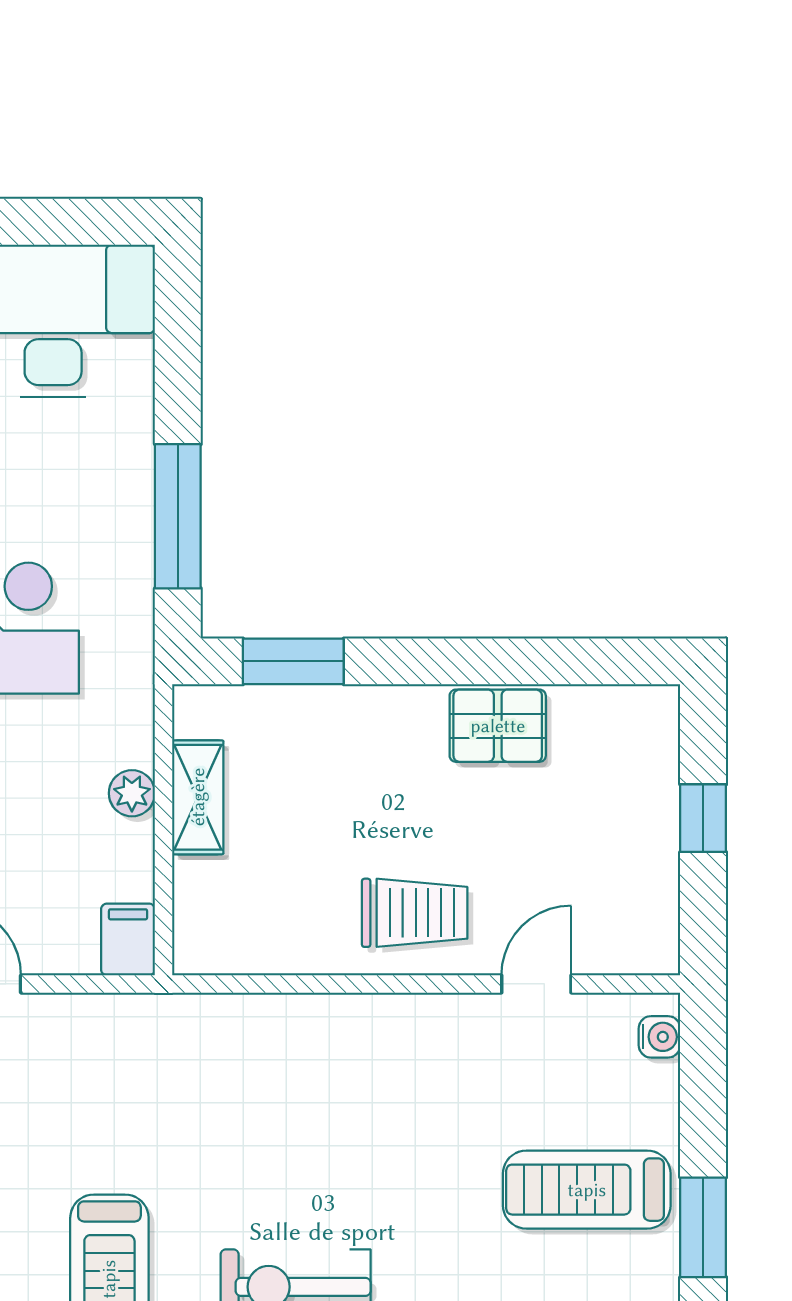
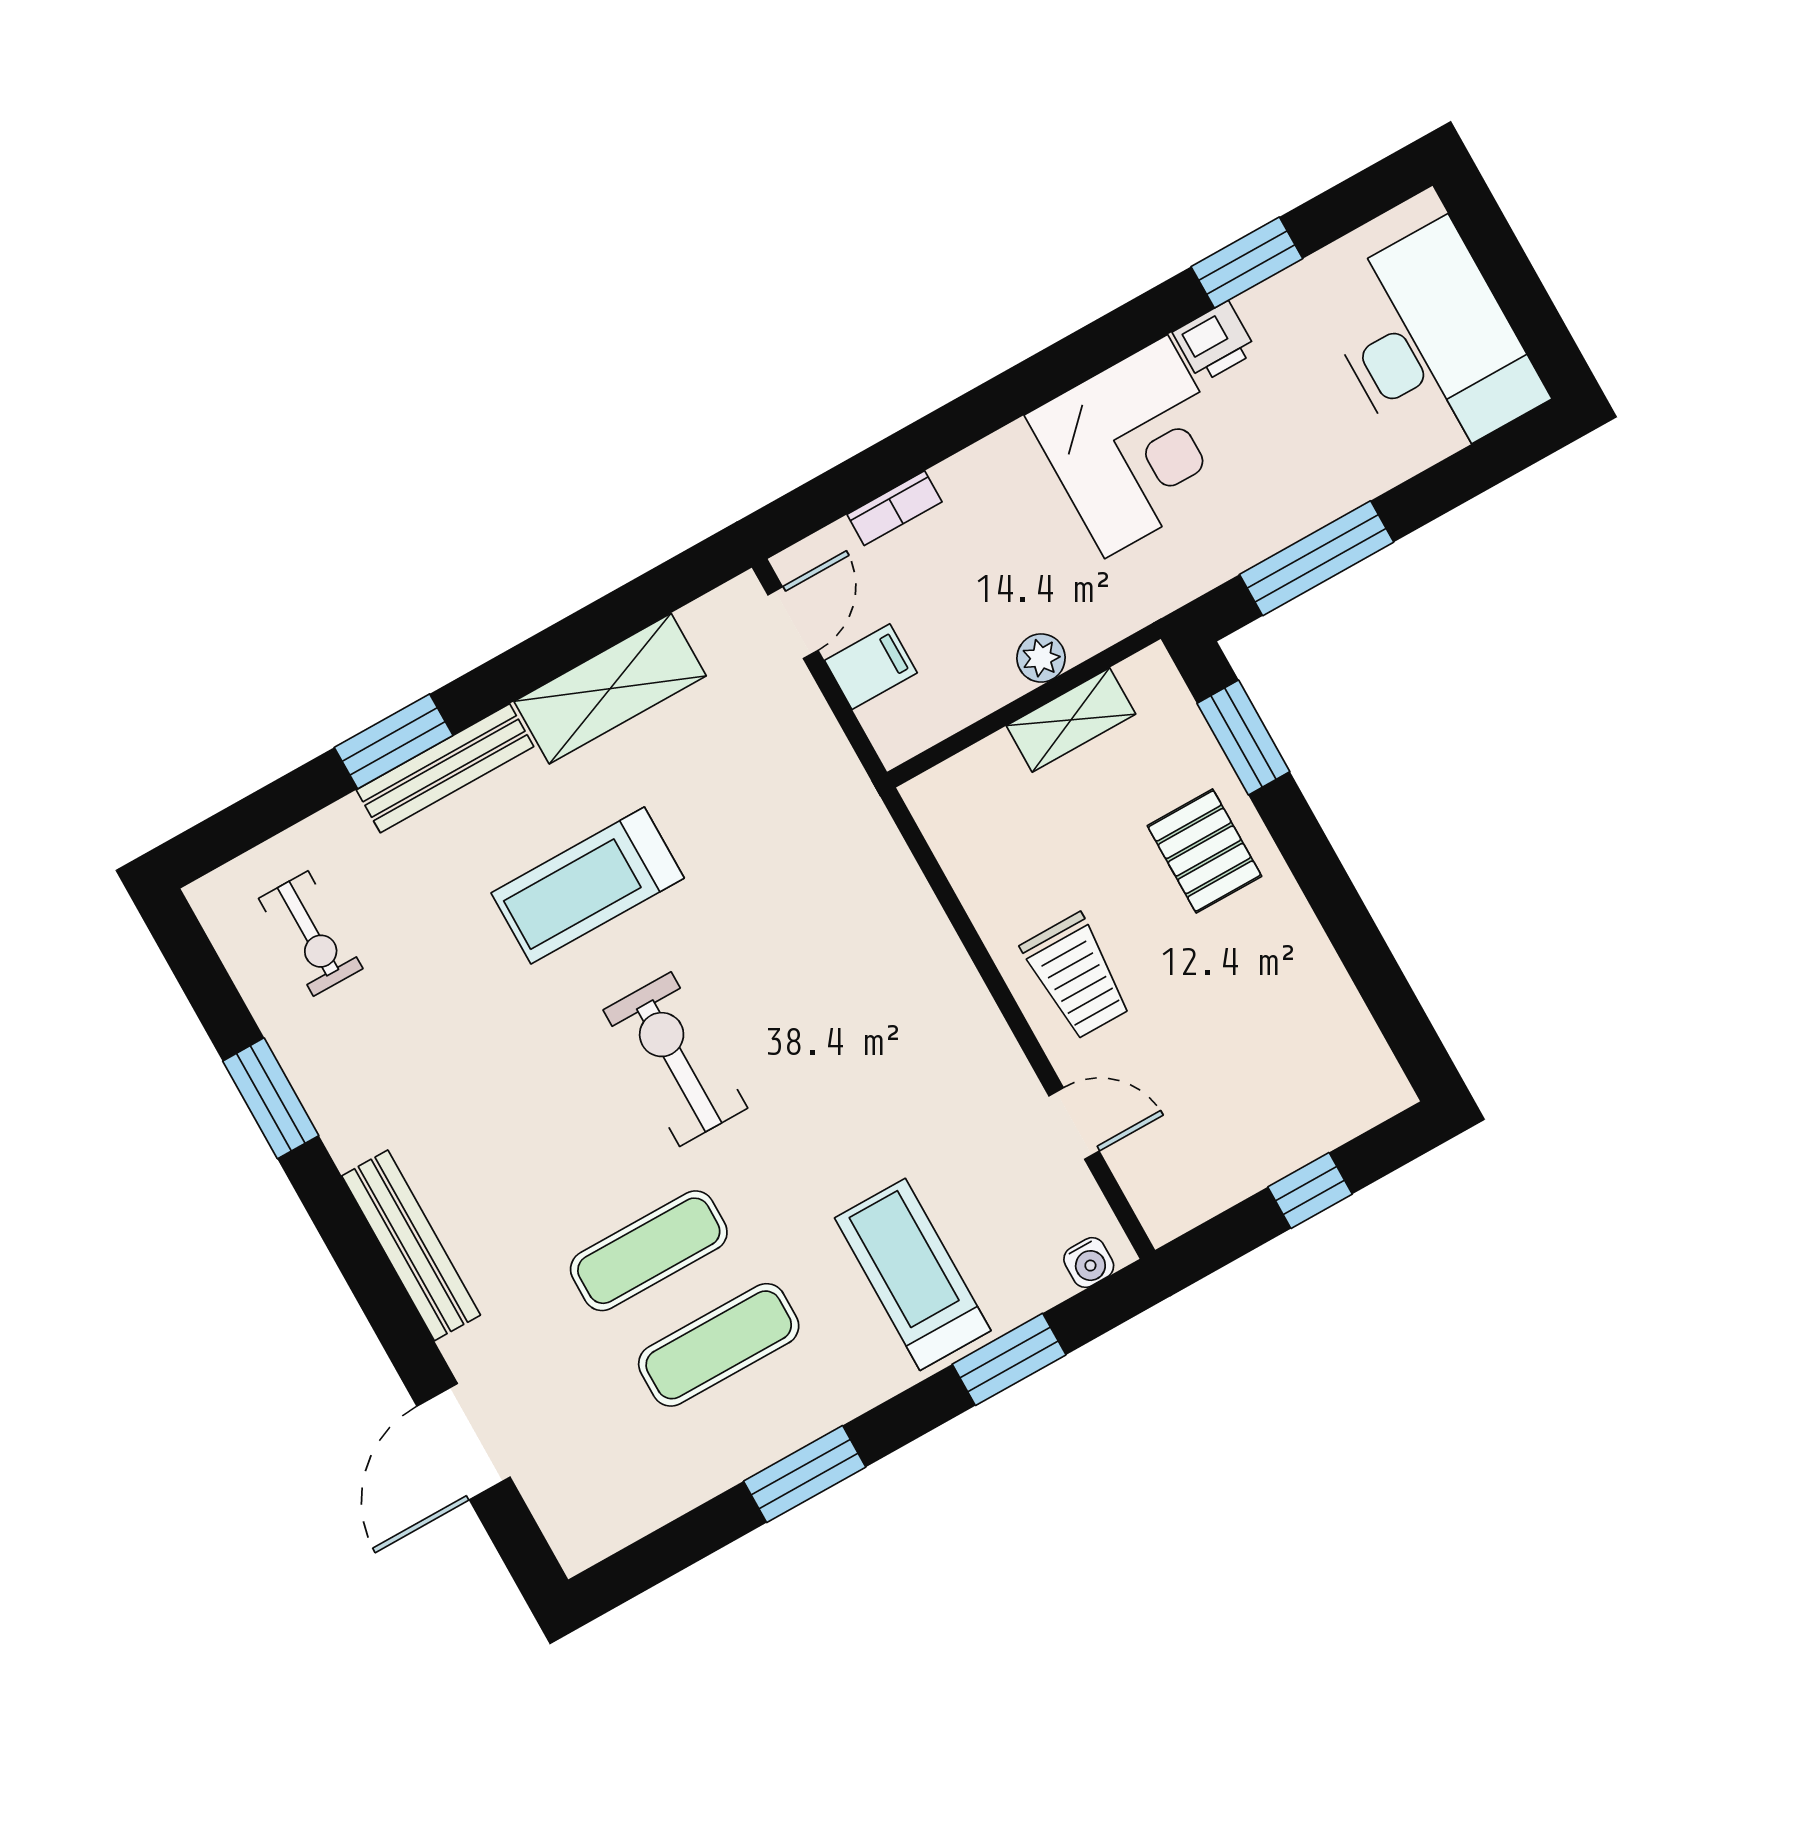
pallet: (498, 726) -> (1204, 851), moved
filing cabinet: (128, 939) -> (871, 667), moved
window: (703, 1227) -> (1009, 1359), moved

